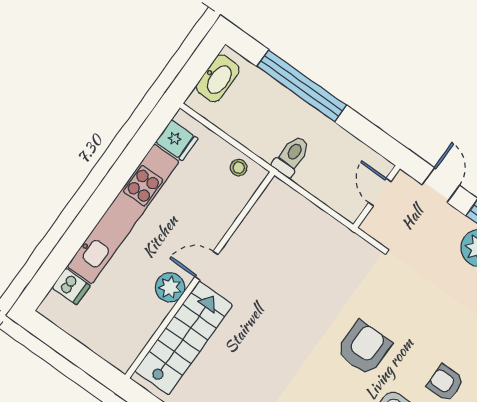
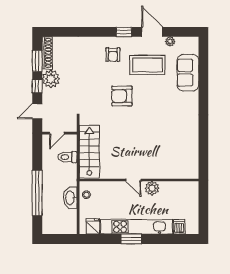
washbasin: (218, 78) -> (70, 198), moved, turned -90
toilet: (291, 156) -> (67, 157), moved
window: (108, 190) -> (131, 239), added
stairs: (184, 338) -> (89, 152), moved, turned 90

